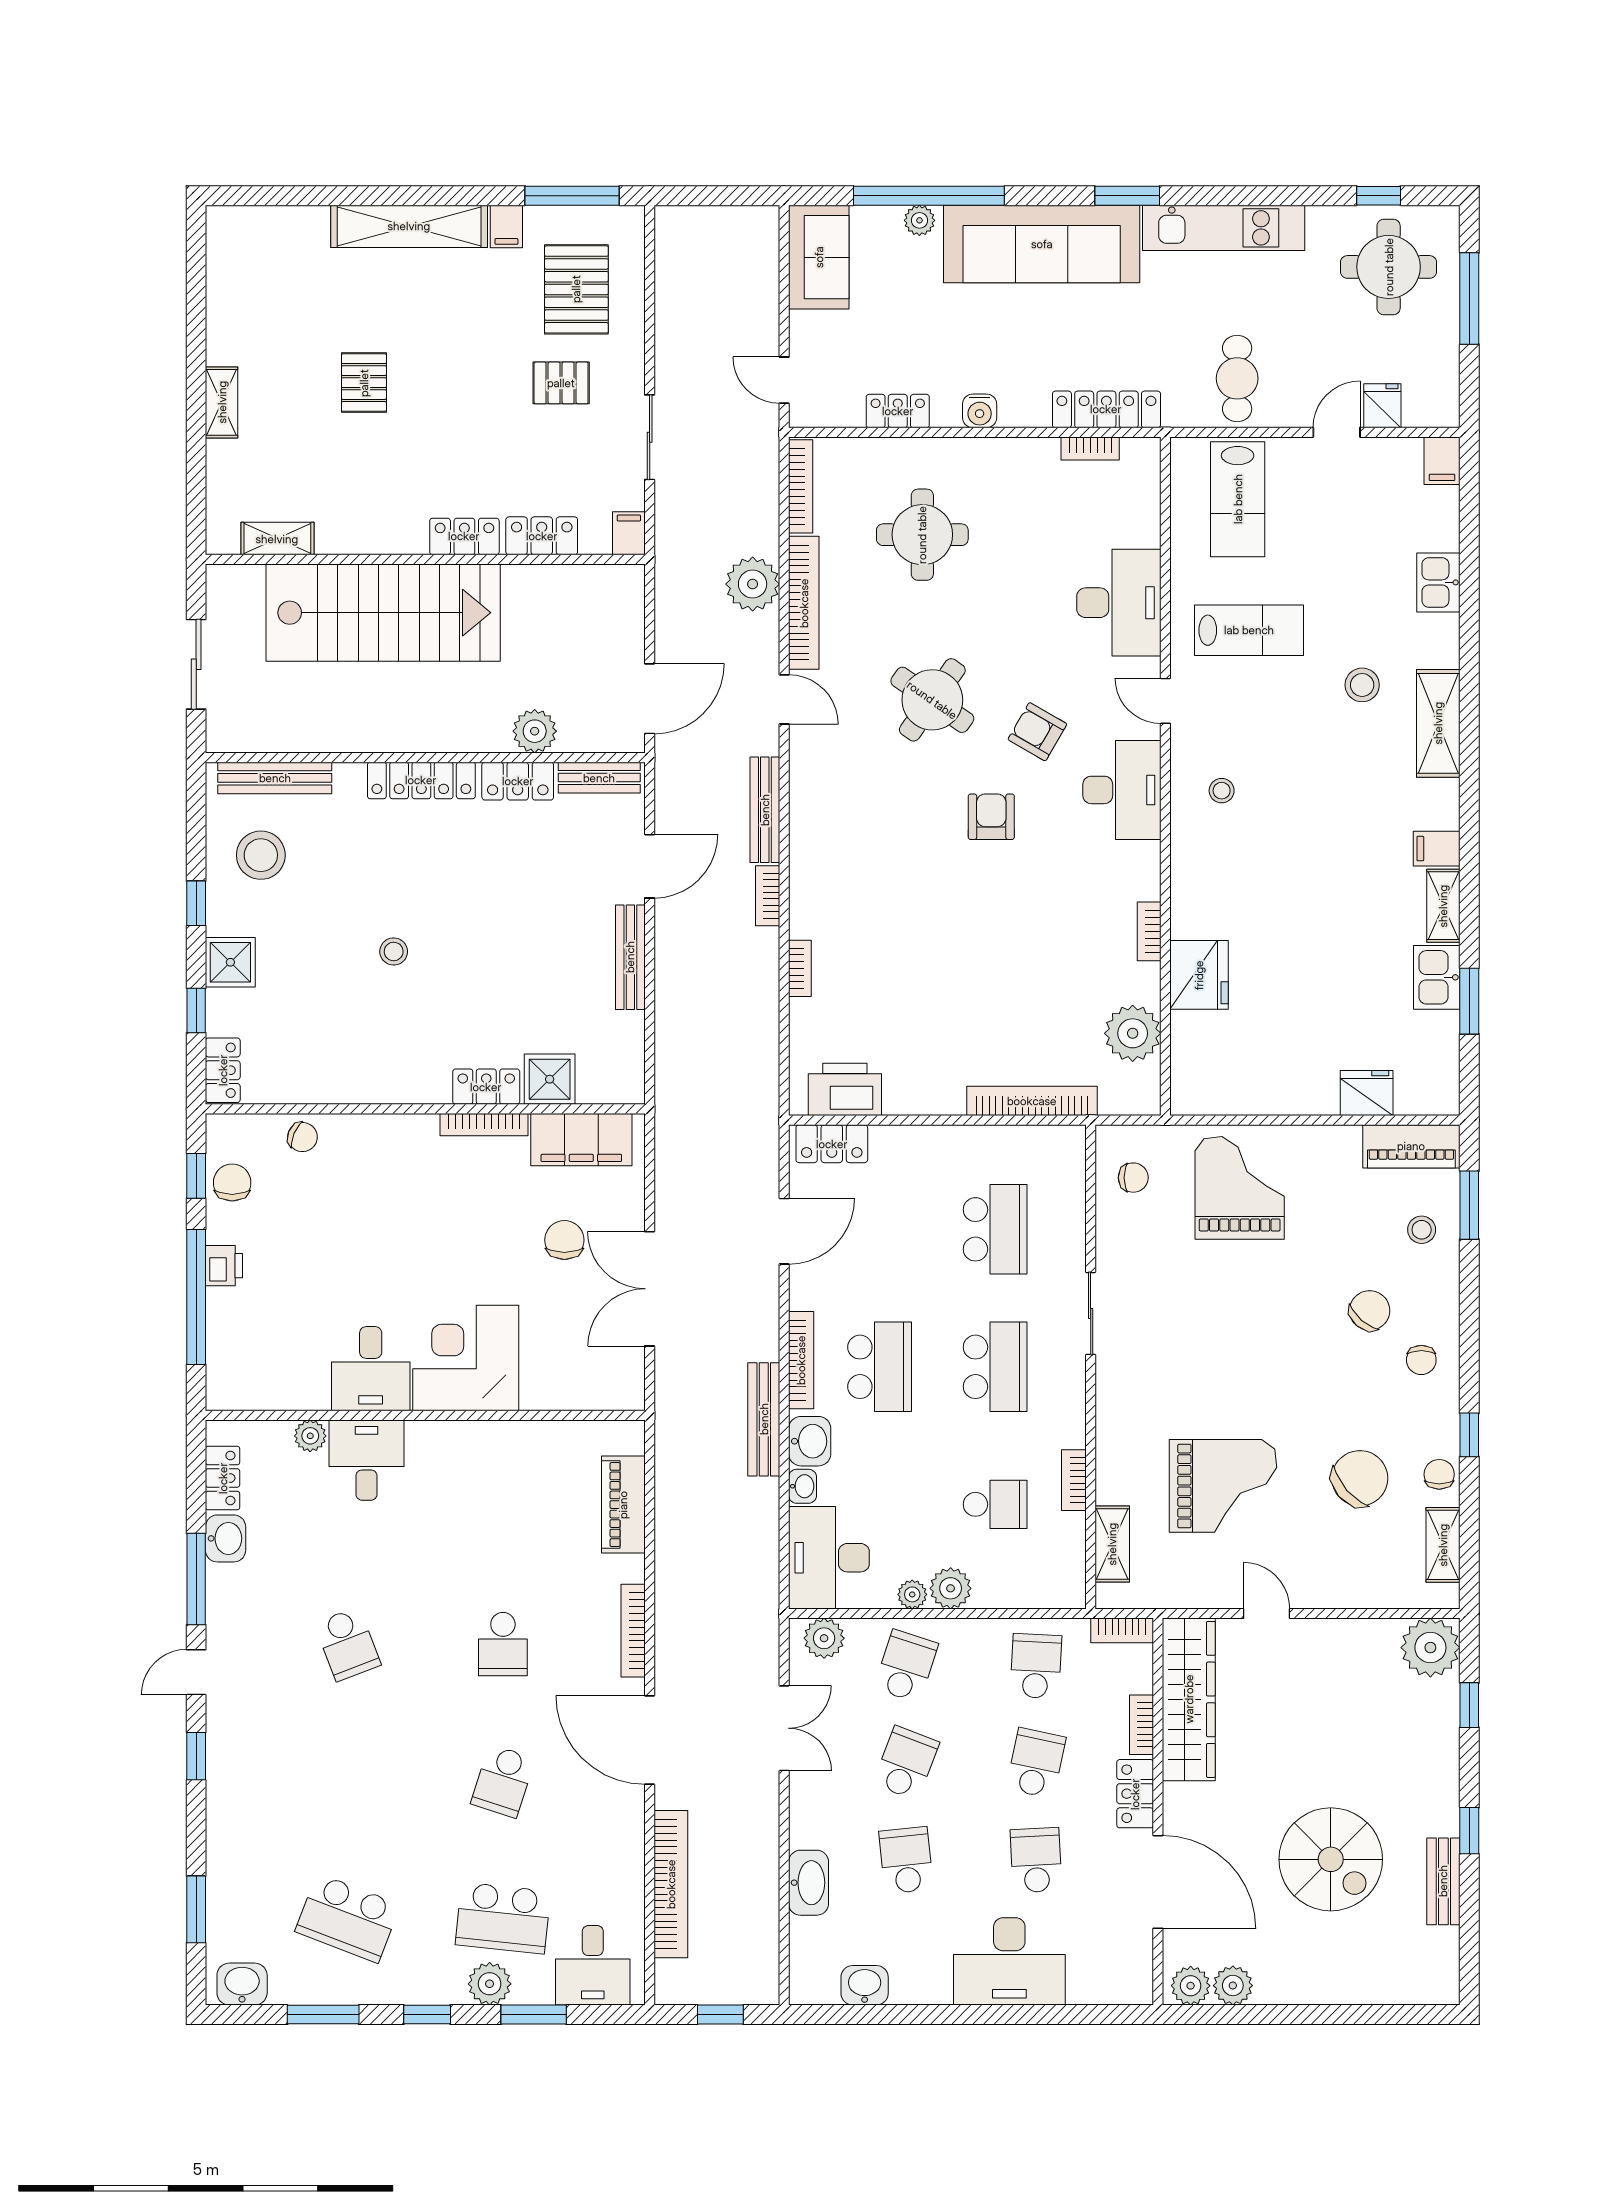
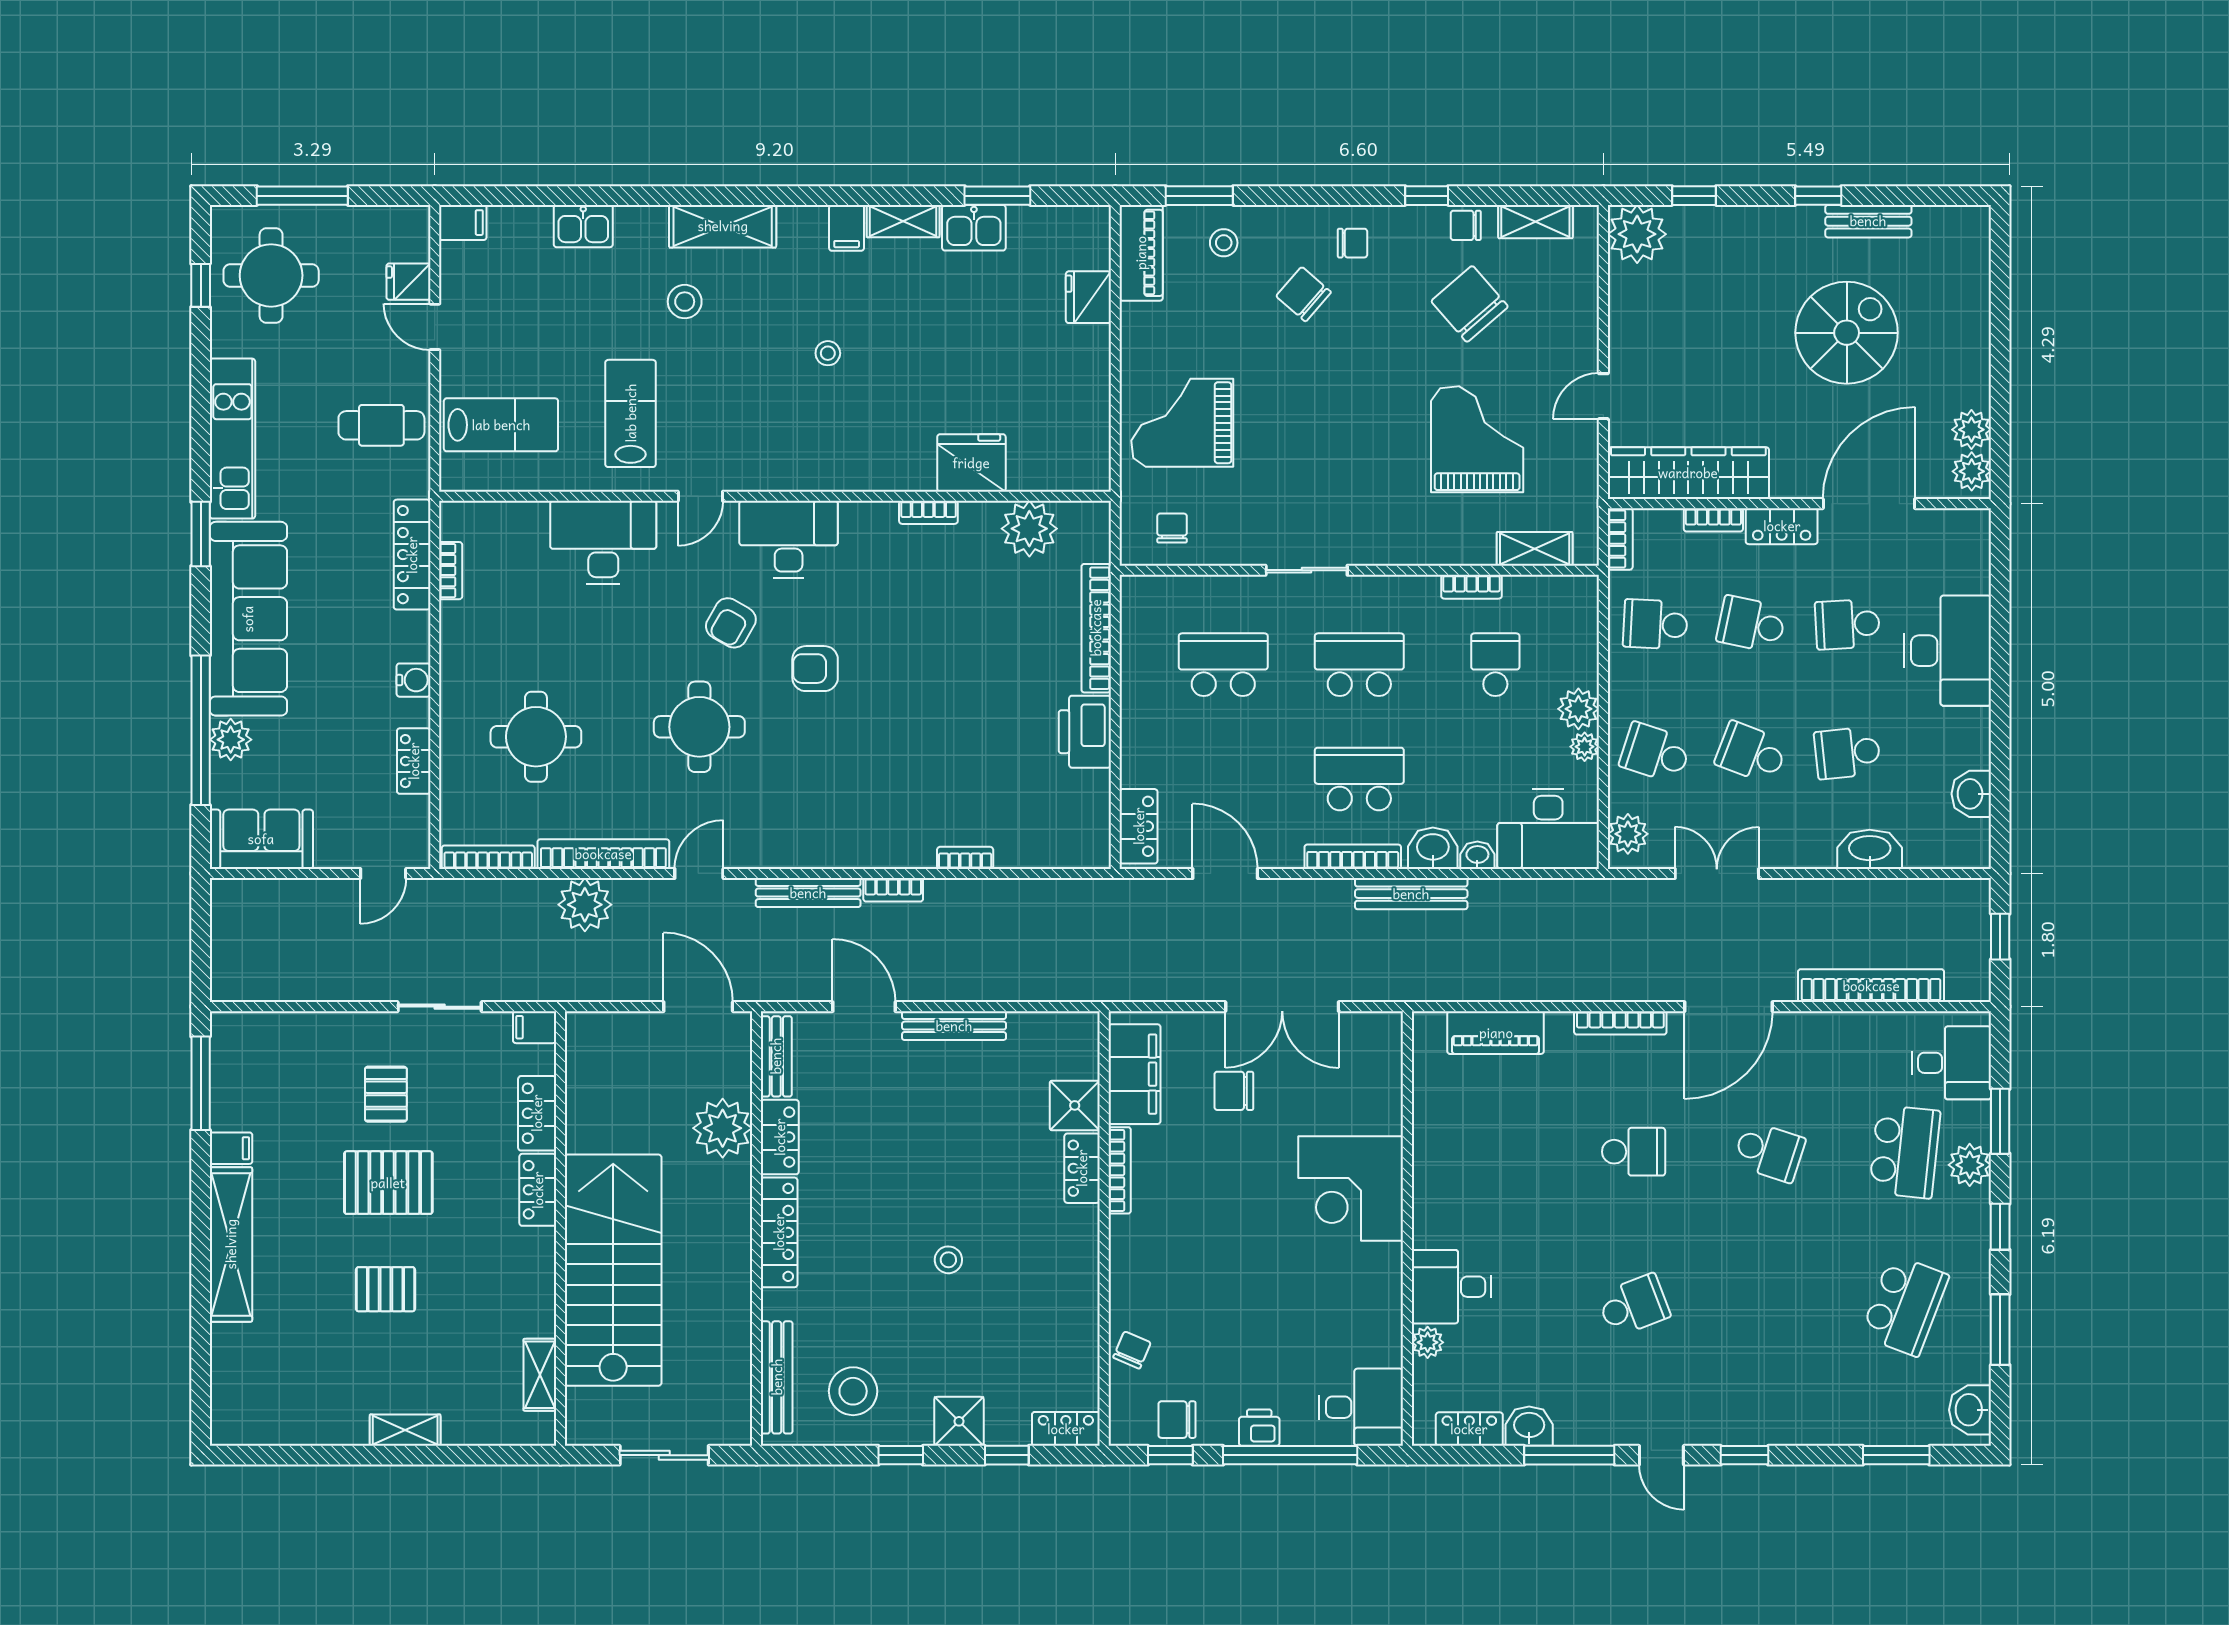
plant: (919, 220) -> (231, 740), width x1.38, depth x1.38
pallet: (576, 289) -> (388, 1183), moved
round table: (932, 700) -> (699, 727), turned -35
plant: (535, 731) -> (723, 1128), width x1.36, depth x1.36
stool: (1222, 791) -> (828, 353), moved
printer: (845, 1089) -> (1085, 732), moved
desk: (371, 1369) -> (1361, 1407), moved

